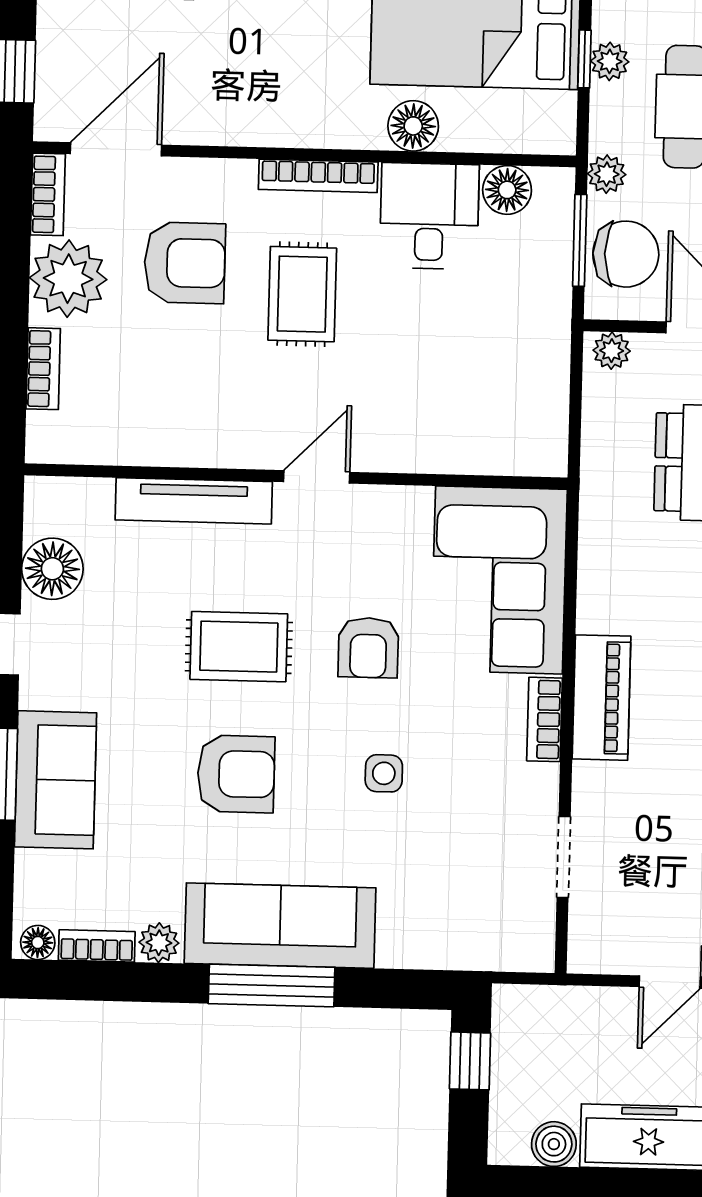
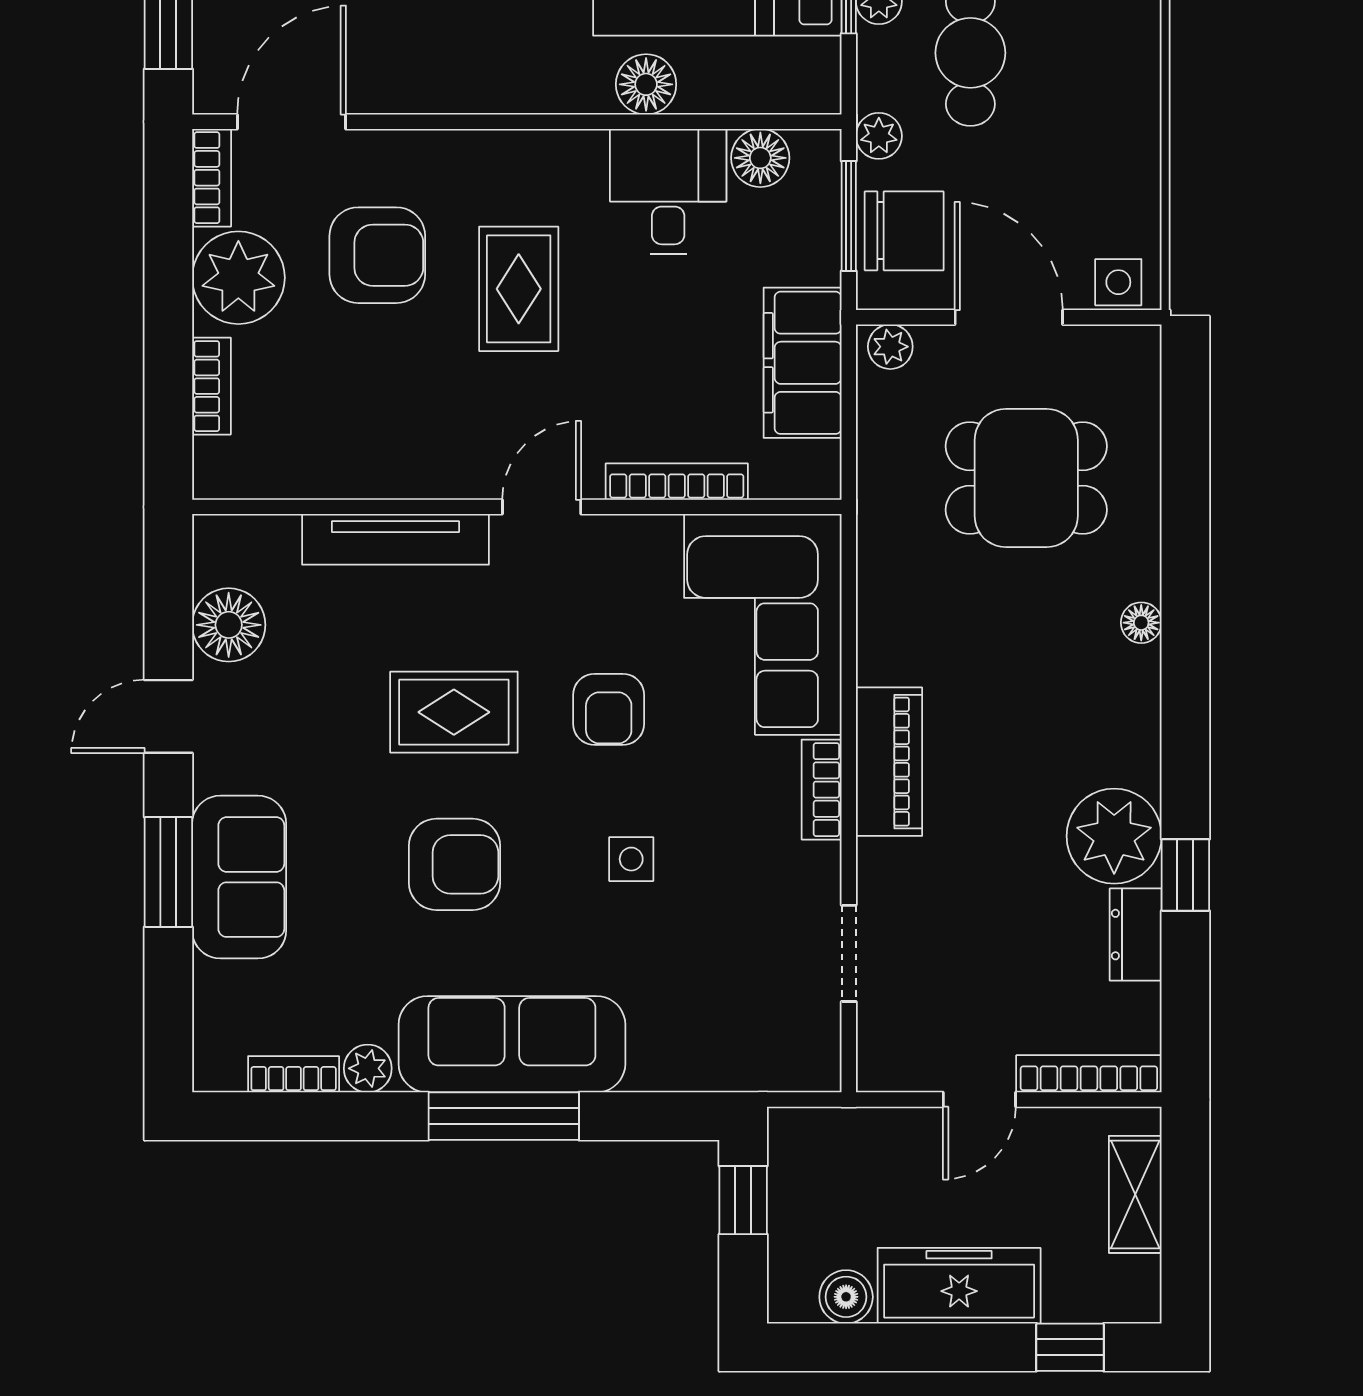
bookcase: (318, 176) -> (677, 482), moved, turned 180
filing cabinet: (538, 362) -> (803, 363), added
floor lamp: (38, 943) -> (223, 1072), removed

